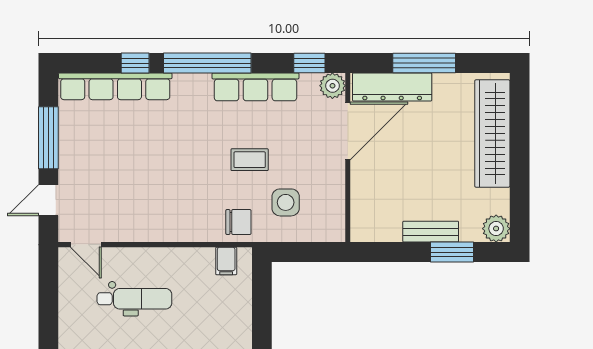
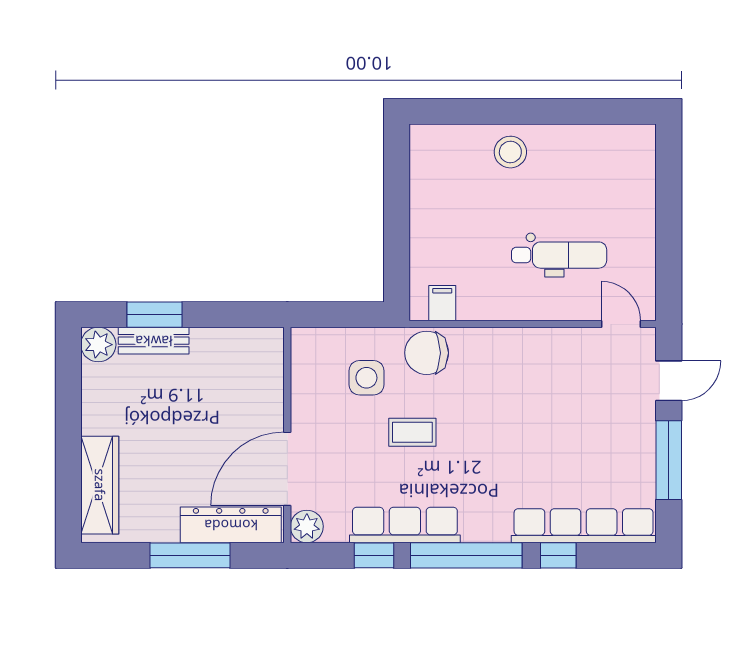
window: (309, 63) -> (374, 555), moved
wardrobe: (492, 133) -> (100, 485), width x0.71, depth x0.85
chair: (238, 222) -> (427, 353), width x1.37, depth x1.37
bench: (431, 232) -> (154, 341), moved
dental chair: (134, 299) -> (559, 255), turned 180

